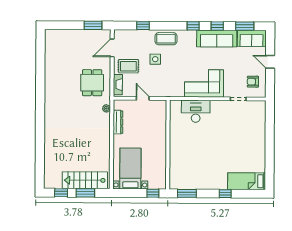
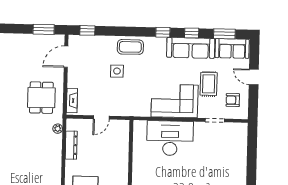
window: (143, 26) -> (87, 30), moved
rug: (128, 66) -> (209, 84), moved, turned 90
door: (143, 98) -> (101, 117), swing flipped
desk: (196, 111) -> (170, 138), width x1.36, depth x1.30

